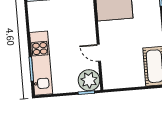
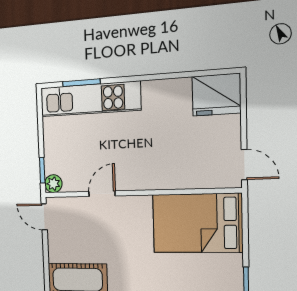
plant: (89, 80) -> (53, 184), width x0.53, depth x0.53
door: (116, 90) -> (44, 217), added

